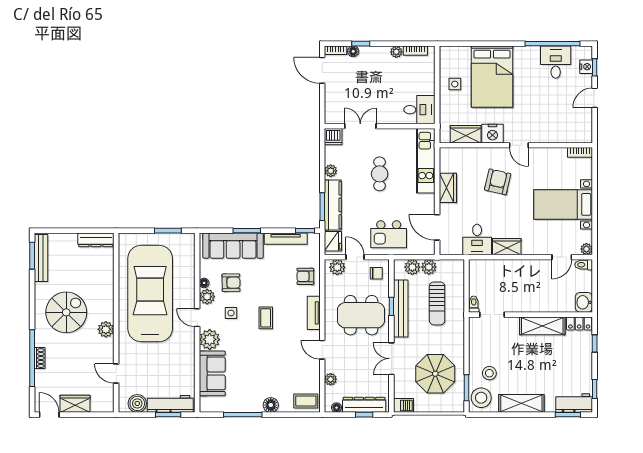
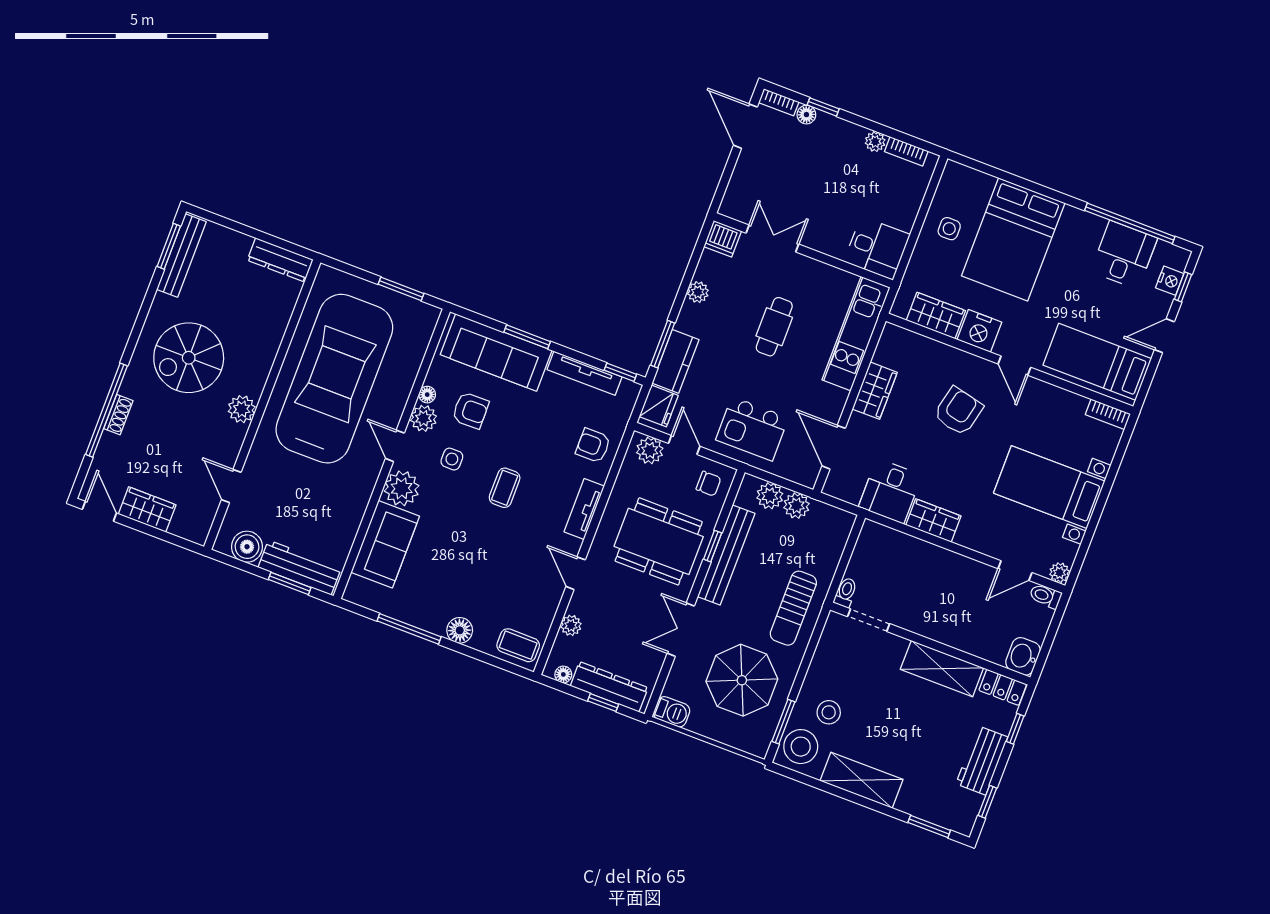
bed: (563, 126) -> (1097, 362), added
kitchen counter: (333, 205) -> (675, 361), width x0.67
sun lounger: (437, 303) -> (793, 608), moved
spiral stairs: (66, 312) -> (189, 358), turned 180
workbench: (574, 403) -> (982, 760), moved, turned -90

